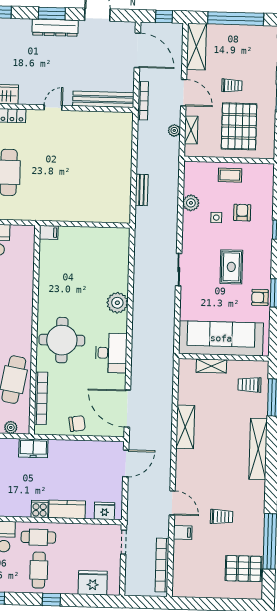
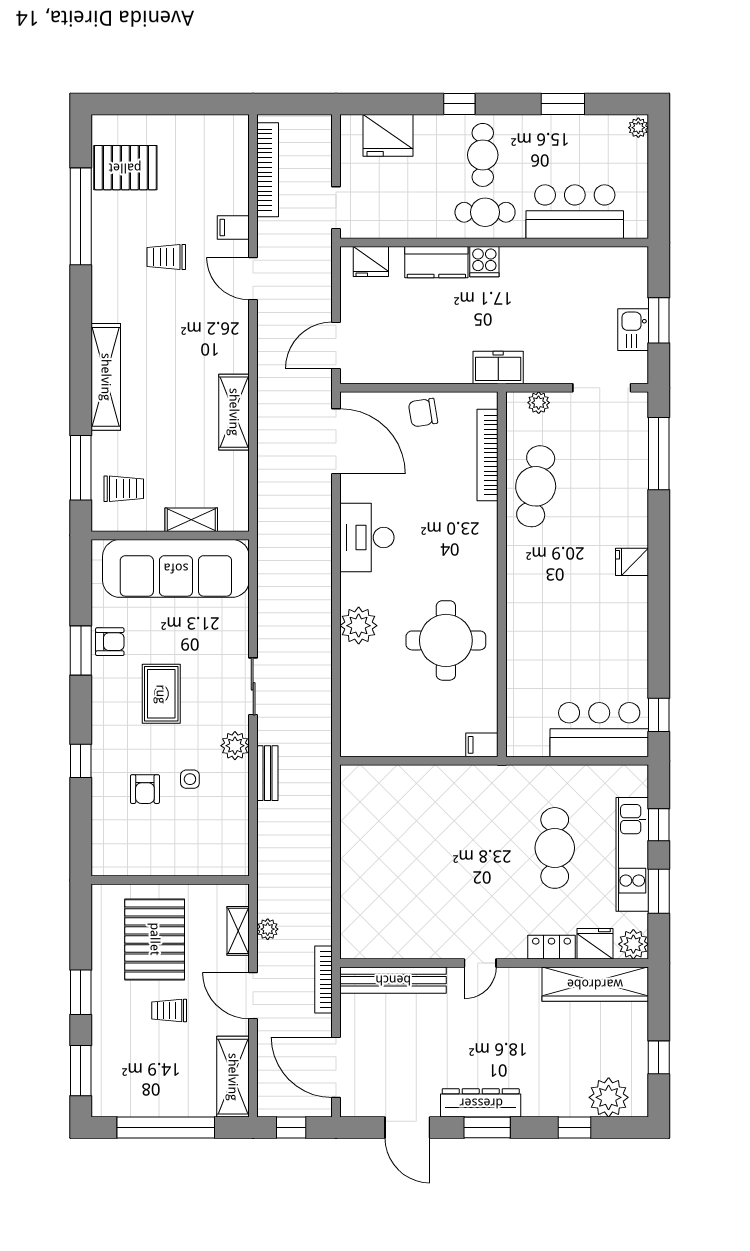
coffee table: (230, 175) -> (168, 854), removed
bench: (142, 190) -> (267, 773), moved
plant: (191, 203) -> (235, 746), moved
round table: (62, 340) -> (446, 640), moved

